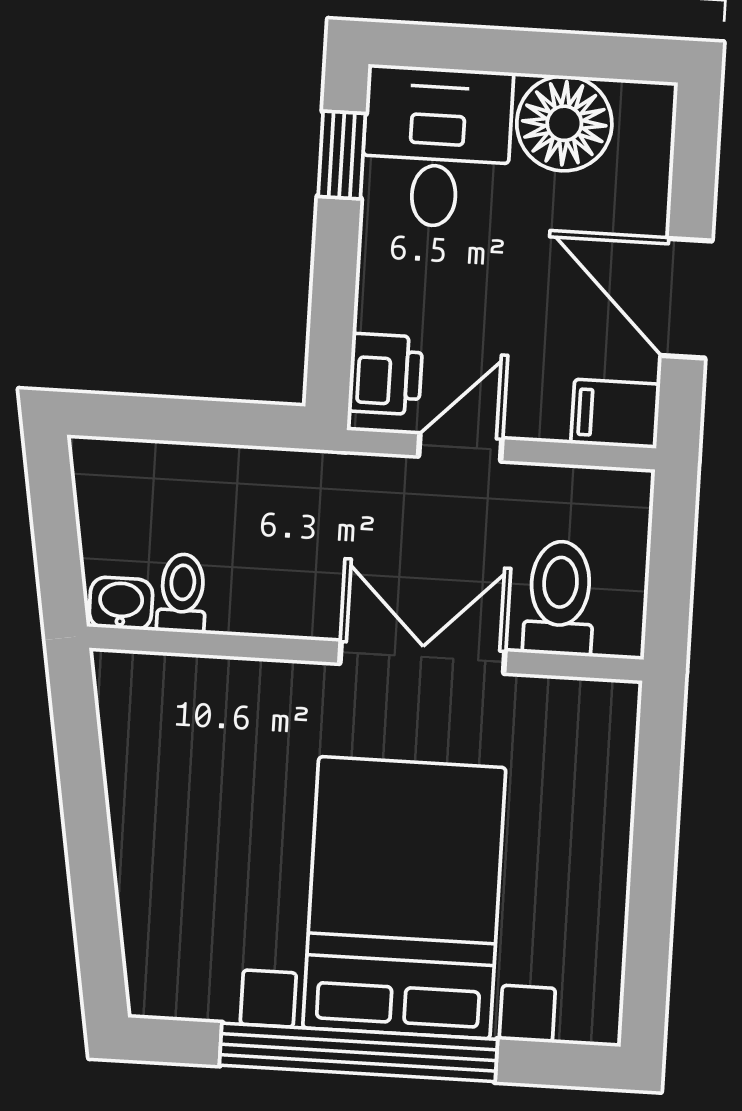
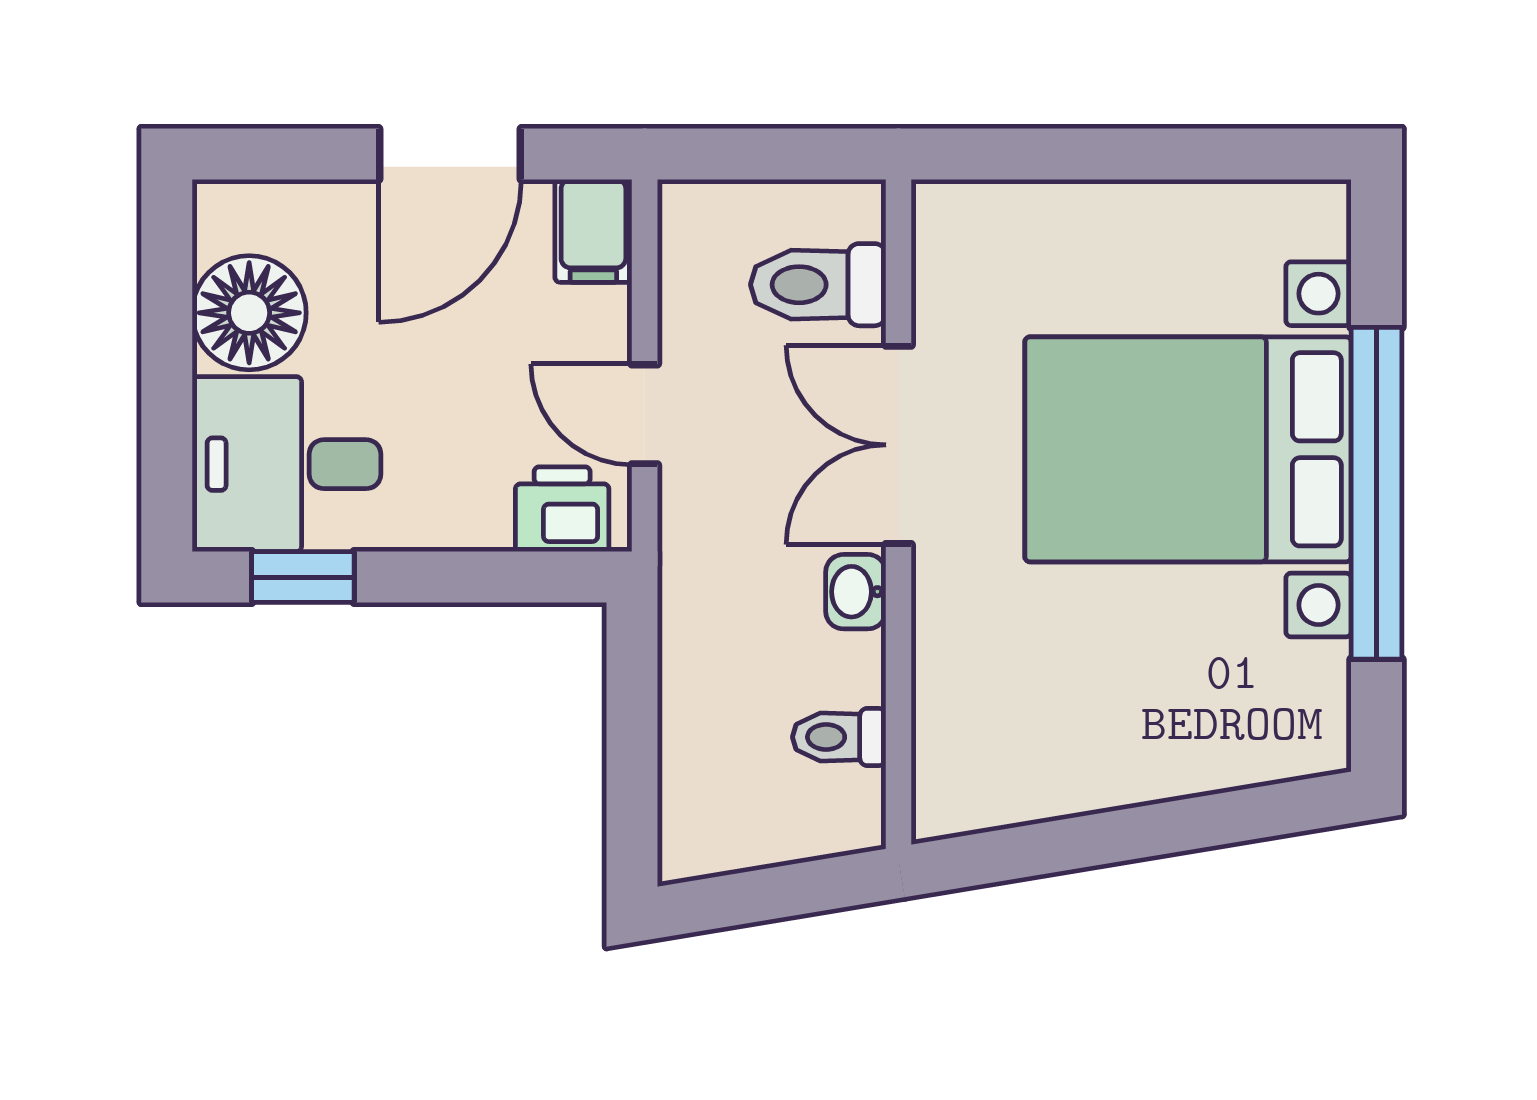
washbasin: (121, 603) -> (856, 592), moved

